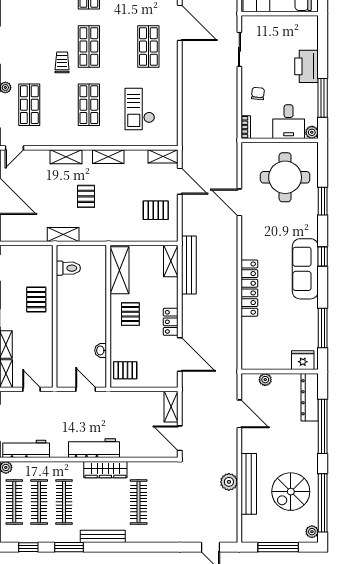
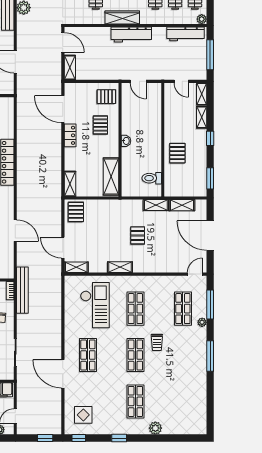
checkout: (140, 109) -> (95, 305), width x1.36, depth x1.21
shelving: (66, 157) -> (182, 205), moved
pallet: (156, 210) -> (76, 212), moved, turned 90
bench: (189, 265) -> (22, 290), moved
pallet: (130, 314) -> (100, 125), moved
washbasin: (101, 350) -> (126, 141), moved

